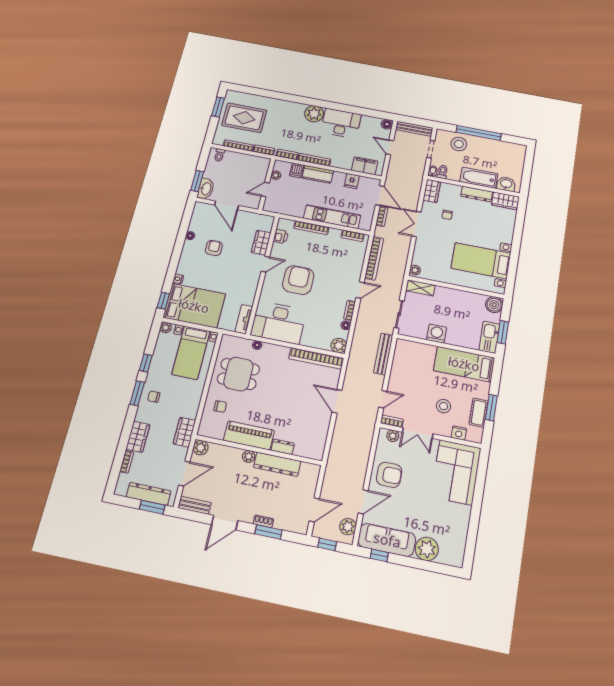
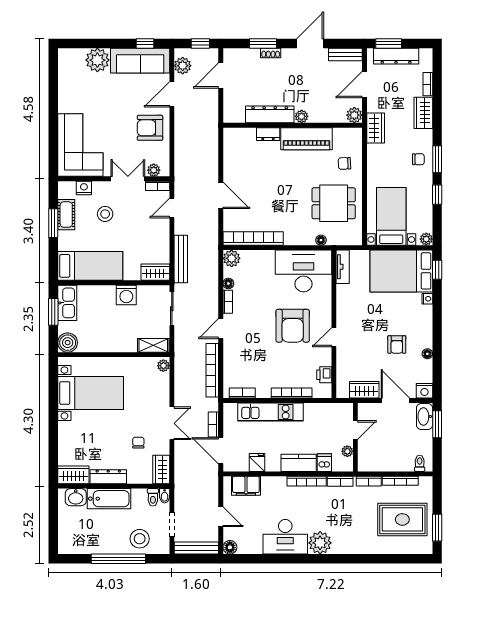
nightstand: (201, 208) -> (424, 391), added
wardrobe: (261, 243) -> (364, 390), moved, turned -90
wardrobe: (408, 347) -> (155, 272), added

